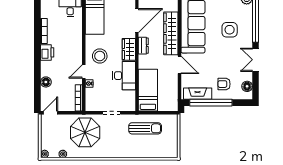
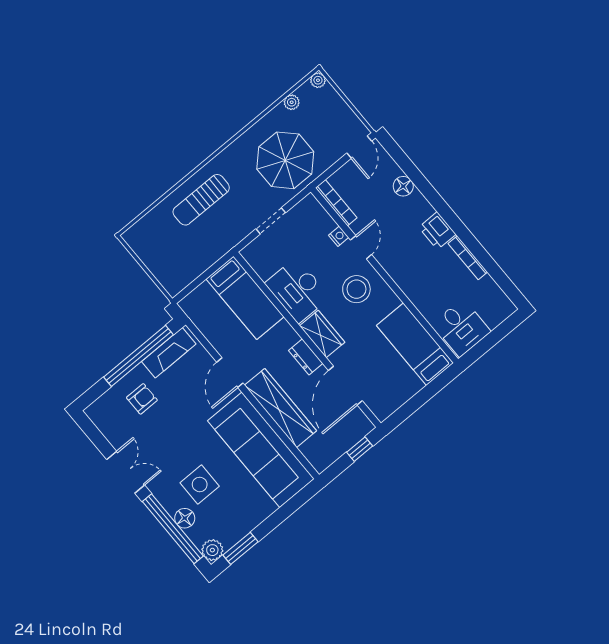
door: (179, 65) -> (230, 373), hinge flipped
floor lamp: (247, 86) -> (185, 518), moved
sun lounger: (145, 128) -> (201, 200), moved

